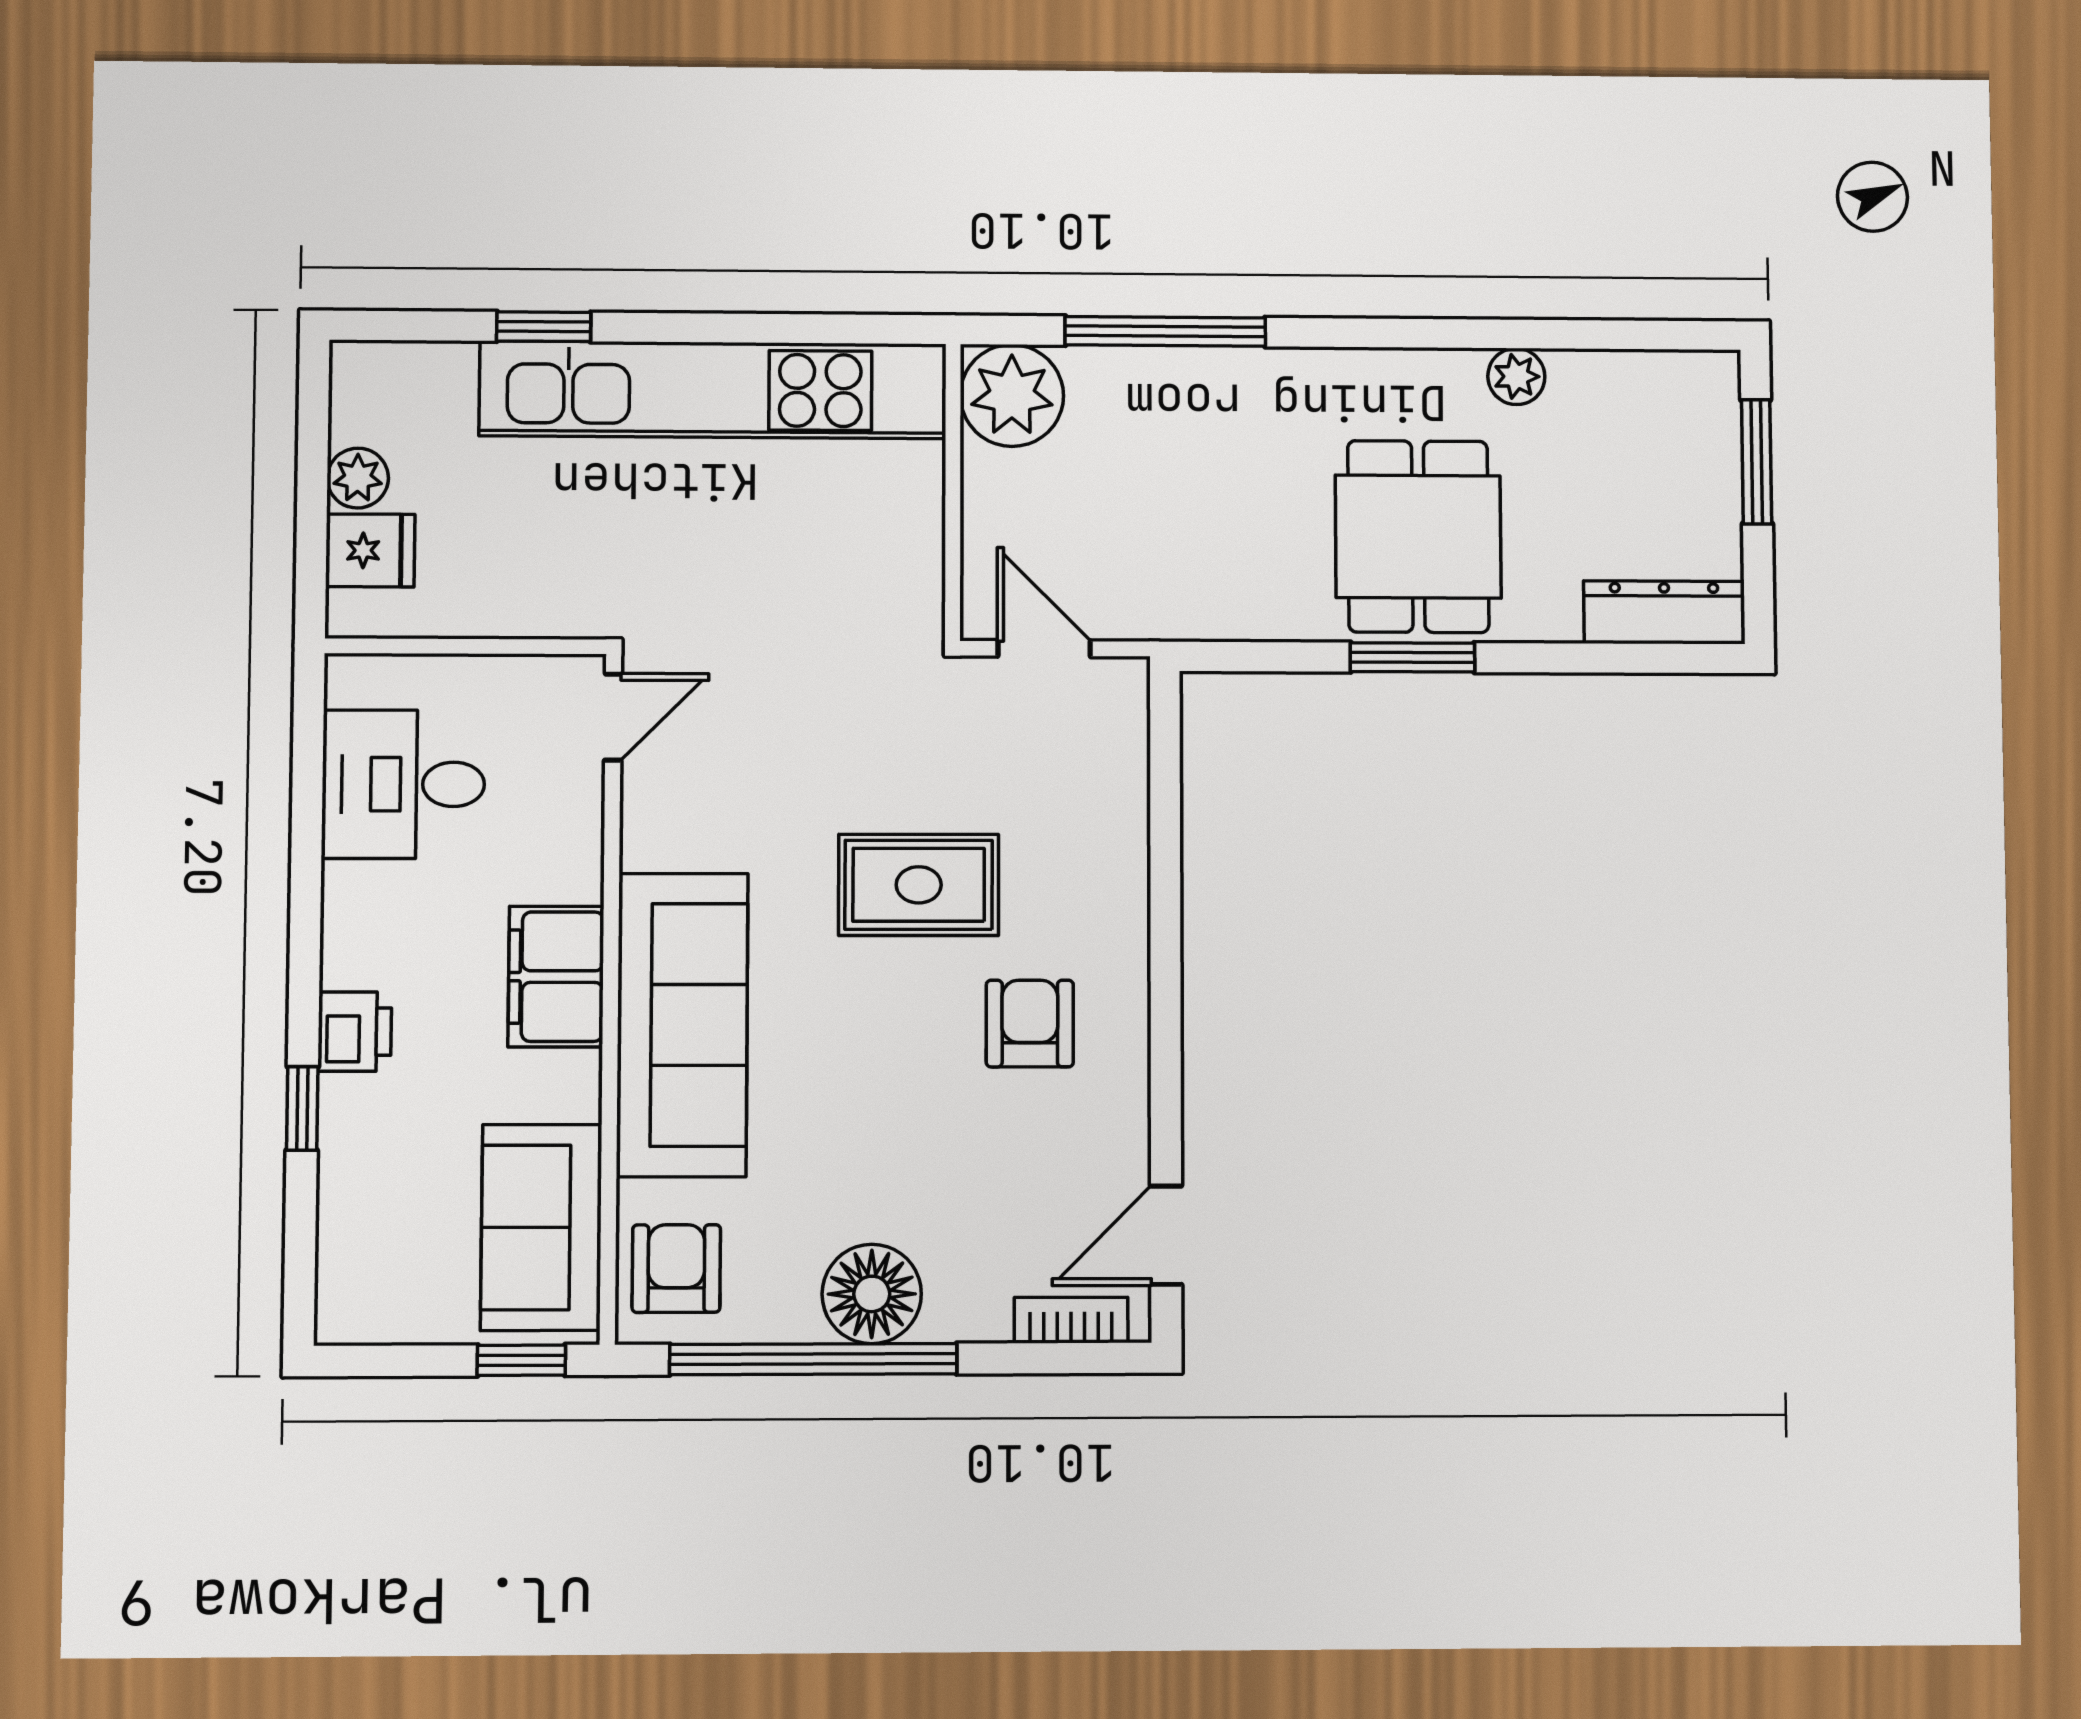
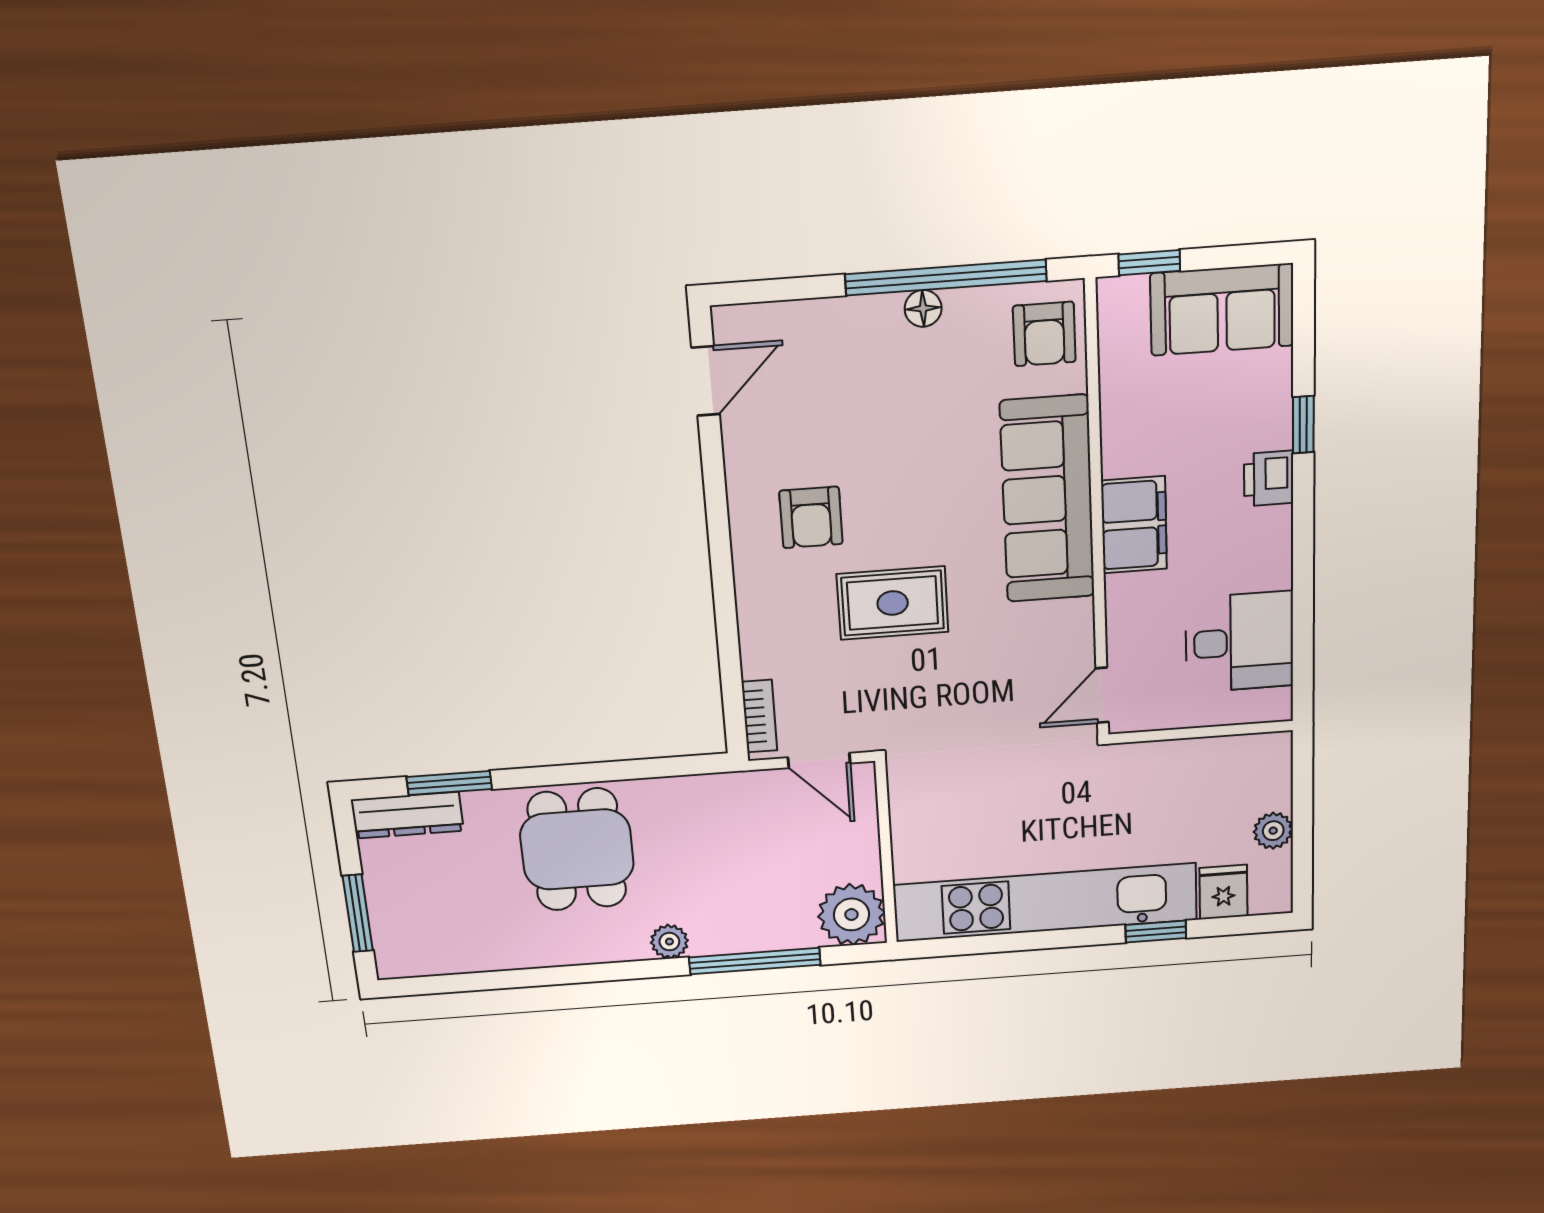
plant: (1516, 376) -> (669, 942), moved
fridge: (370, 550) -> (1223, 892), moved, turned 90
window: (1412, 657) -> (449, 783), moved
sofa: (541, 1227) -> (1222, 310), moved, turned 90
floor lamp: (872, 1294) -> (923, 308), width x0.53, depth x0.53
bookcase: (1071, 1320) -> (759, 716), moved, turned -90

